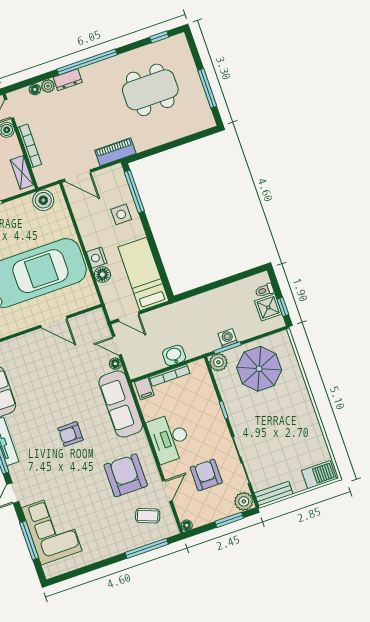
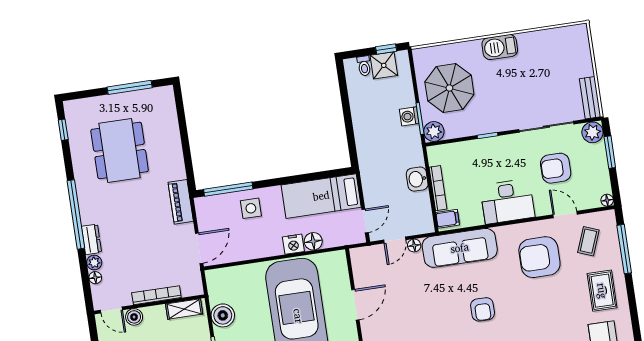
boiler: (43, 200) -> (223, 315), moved
barbecue: (319, 475) -> (500, 47), moved, turned -90
rug: (107, 536) -> (602, 291), added

